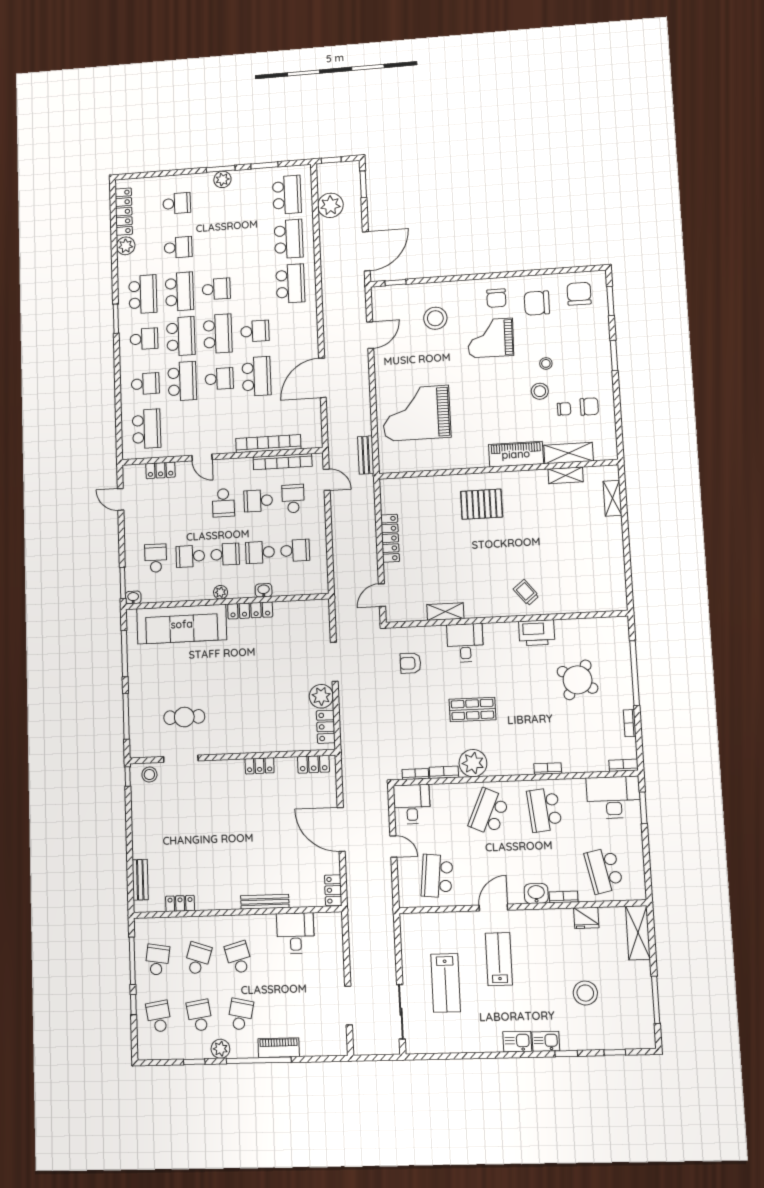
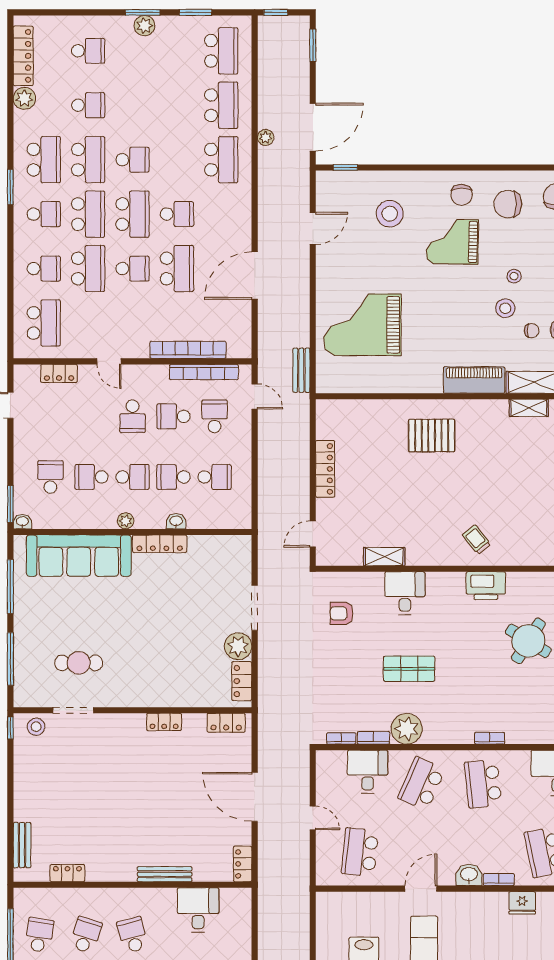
plant: (330, 205) -> (266, 137), moved, width x0.53, depth x0.53
desk: (412, 804) -> (368, 772), moved

